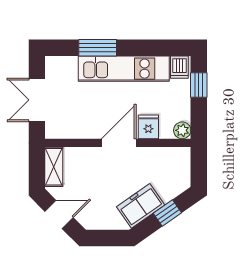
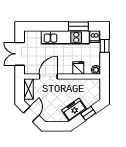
window: (98, 48) -> (78, 26), moved
door: (119, 143) -> (48, 76), moved
door: (59, 214) -> (31, 114), hinge flipped

